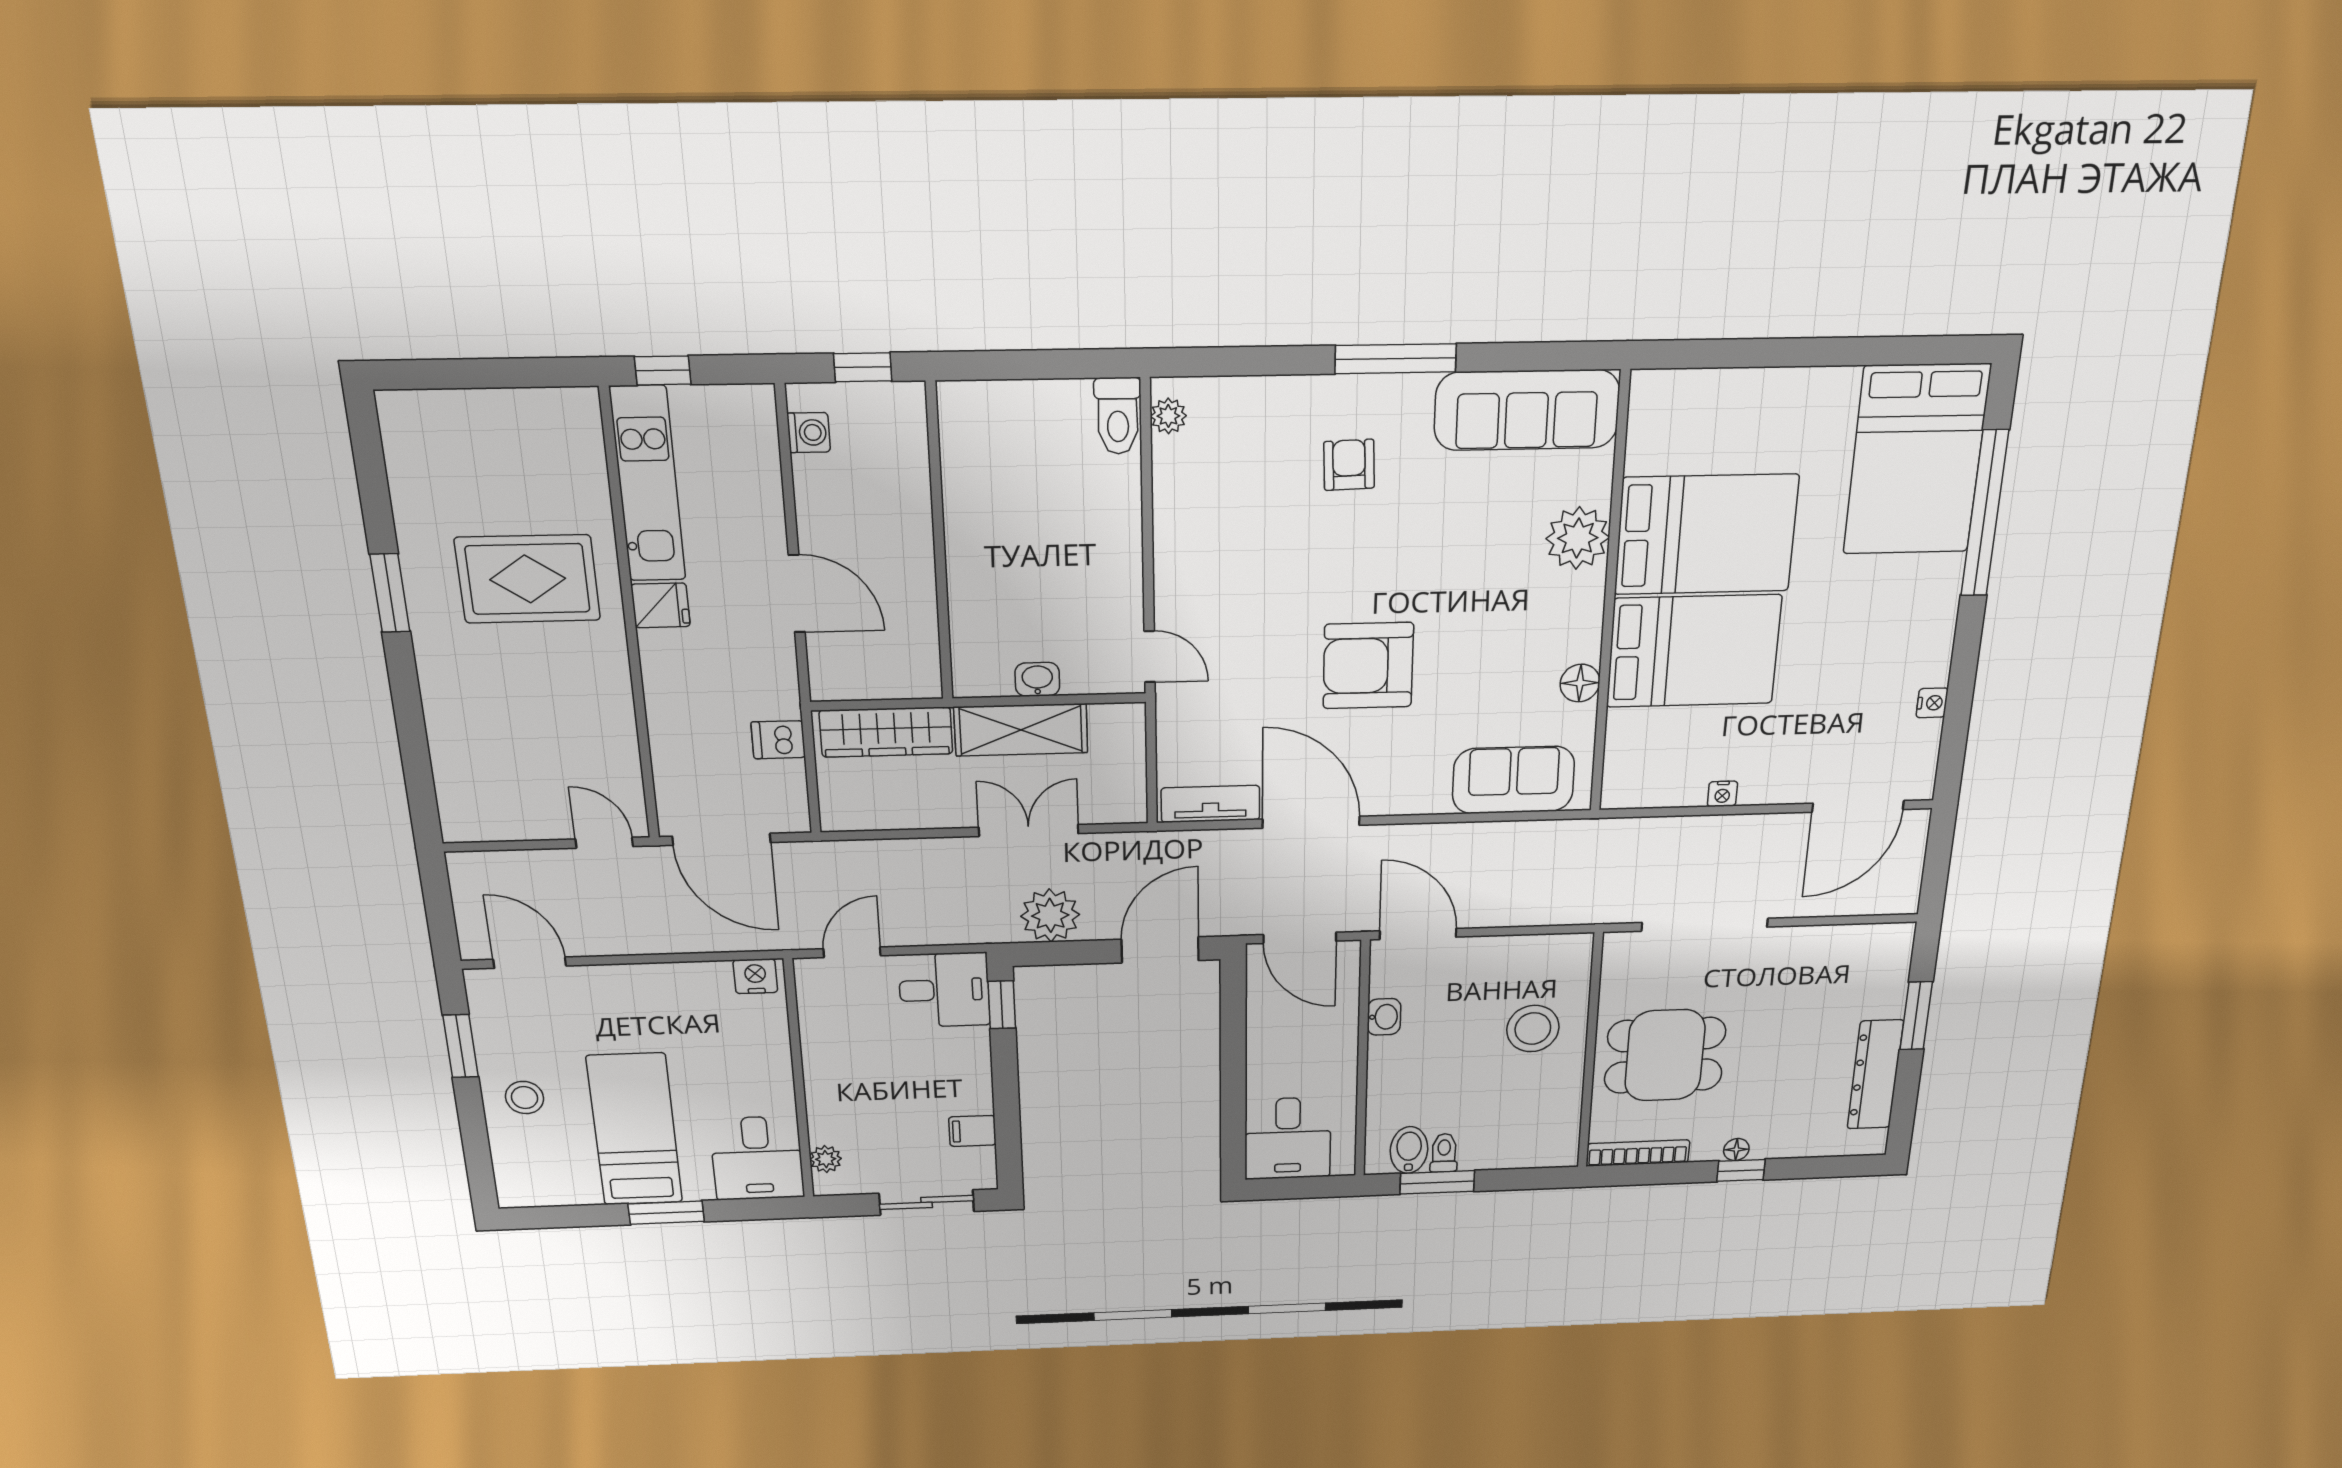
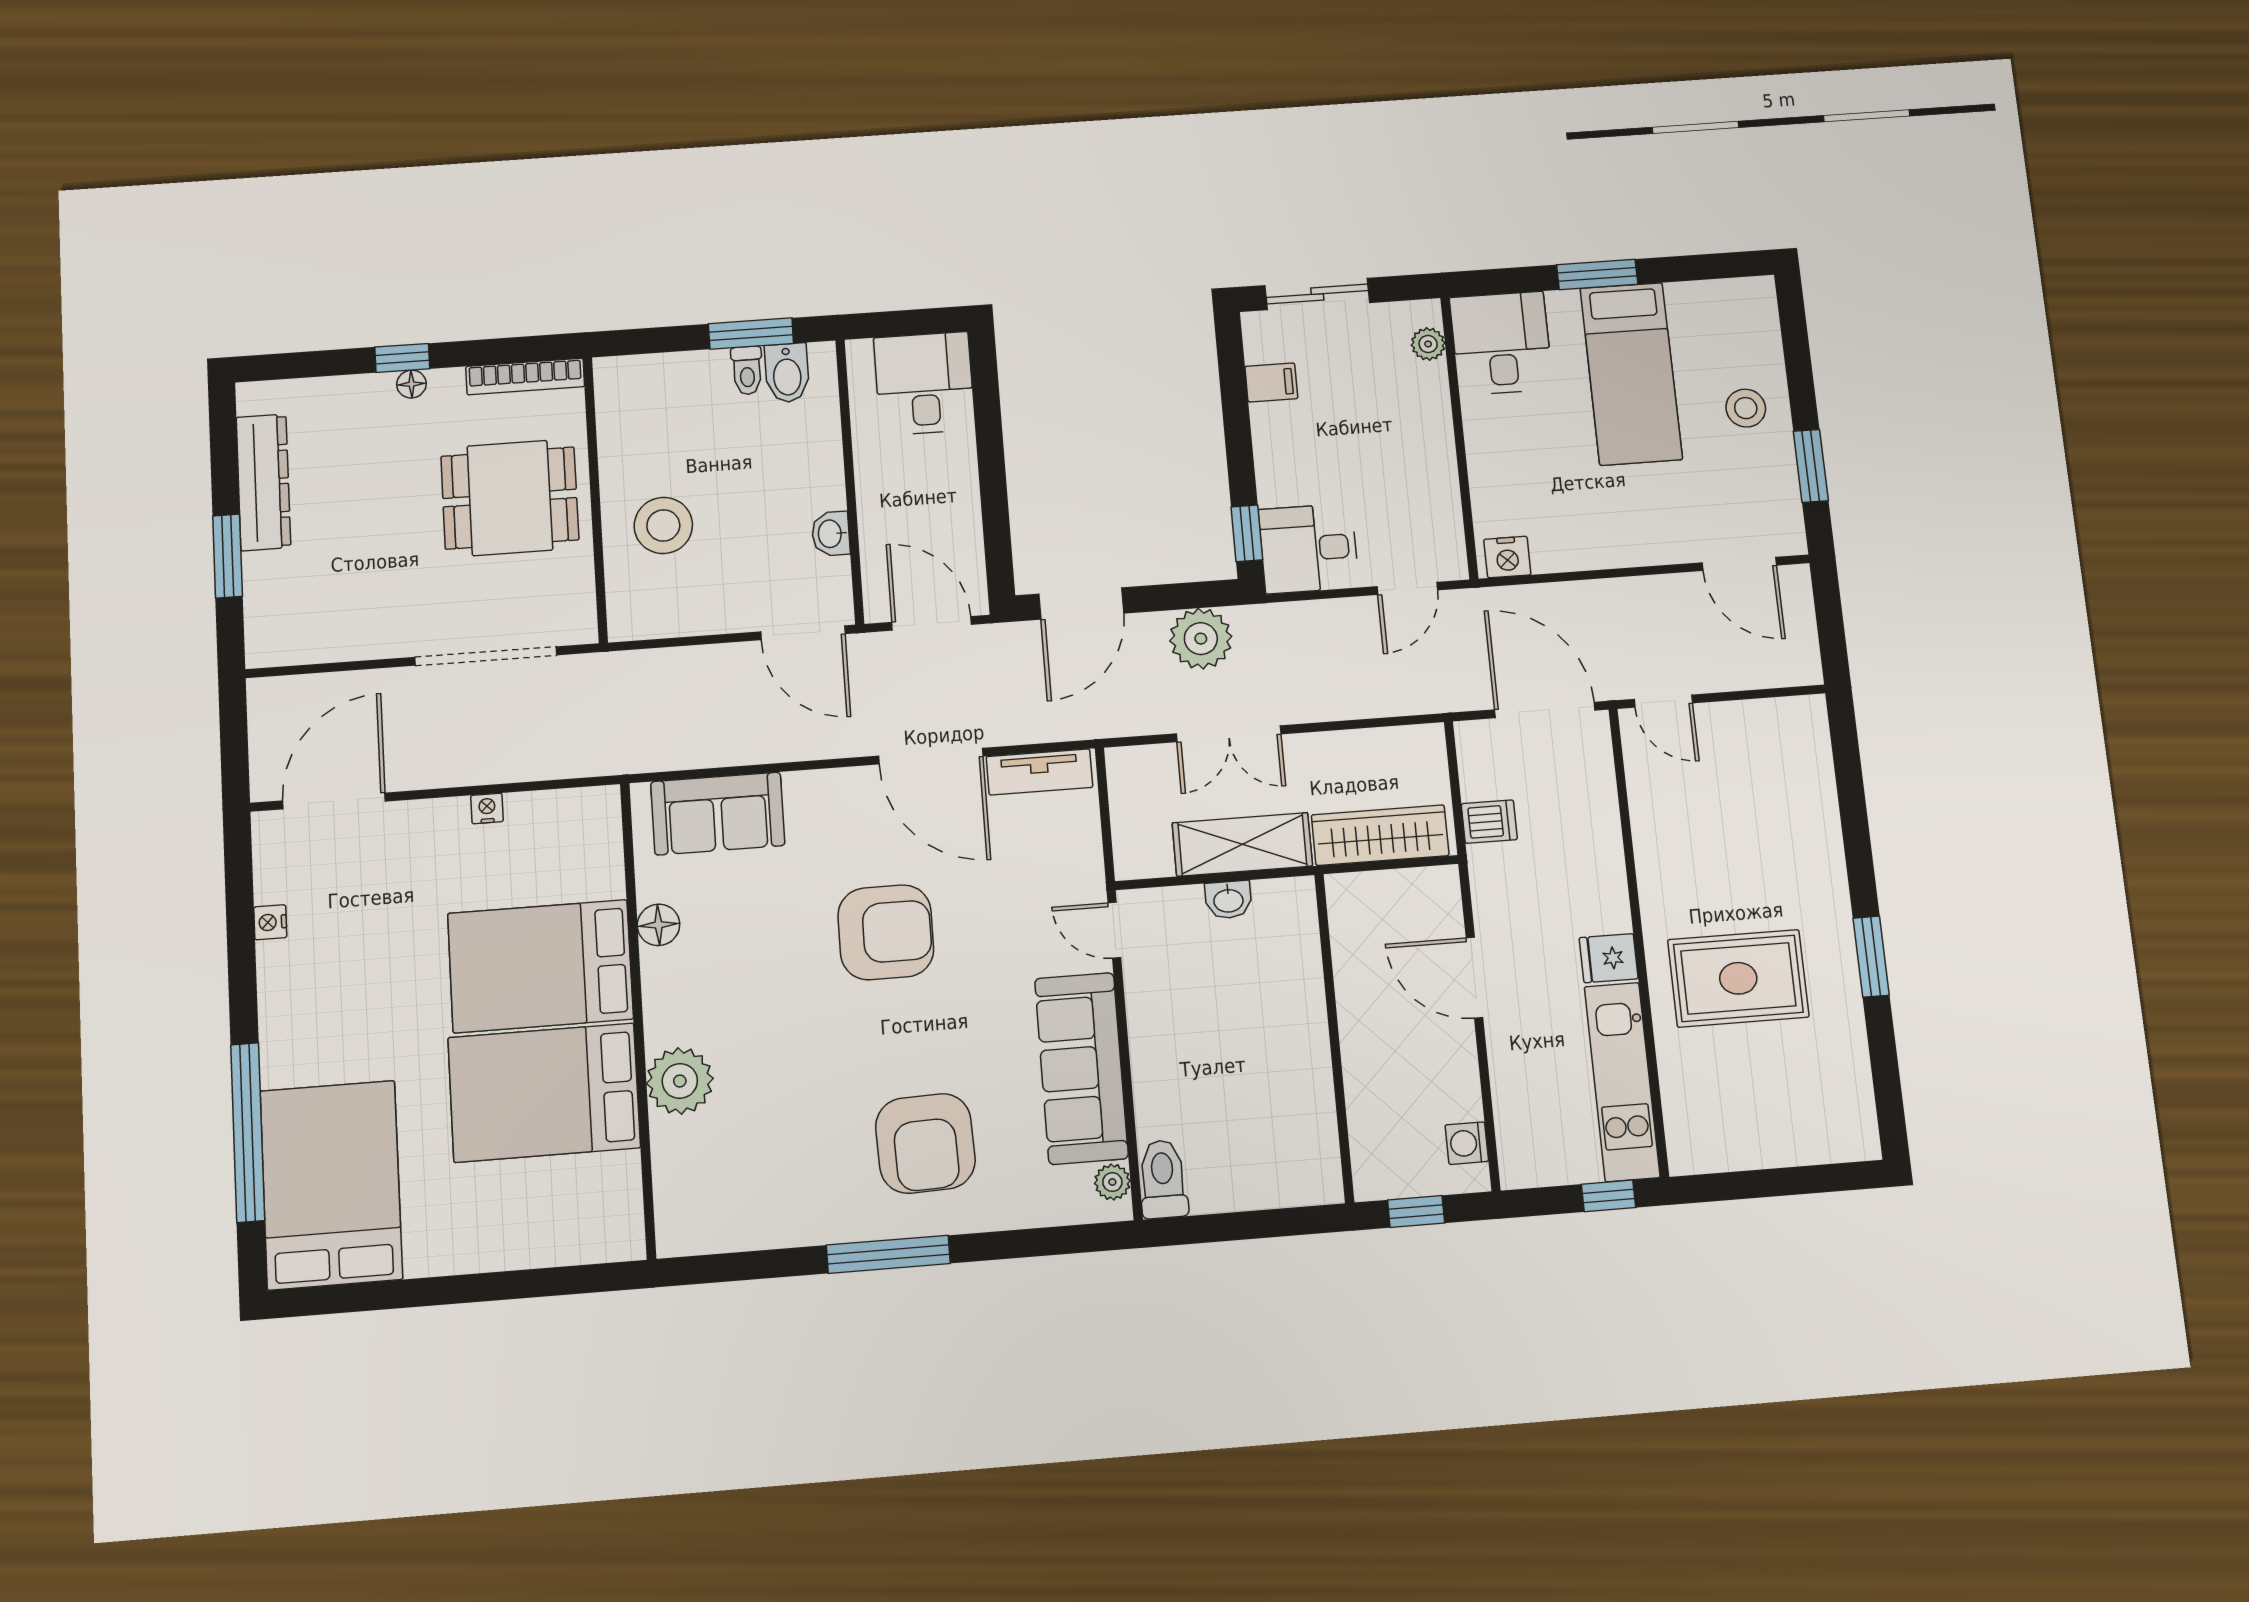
sofa: (1527, 410) -> (1081, 1068), moved, turned -90
armchair: (1349, 465) -> (925, 1143), width x1.88, depth x1.88

